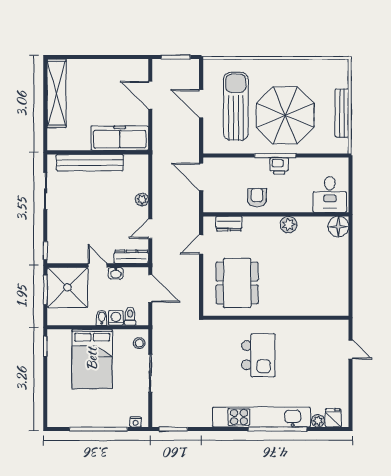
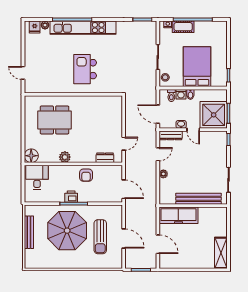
shelving: (57, 93) -> (221, 253), width x0.68
sun lounger: (236, 106) -> (100, 237), width x0.73, depth x0.75
dining table: (237, 283) -> (55, 120), moved, turned 90
cot: (113, 418) -> (183, 27), added

